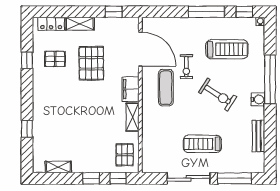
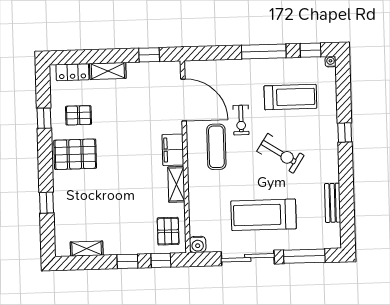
pallet: (91, 63) -> (75, 154), moved, turned 90
window: (270, 79) -> (345, 132), width x0.32
water cooler: (258, 99) -> (198, 244), moved, turned 90
treadmill: (202, 144) -> (264, 215), width x1.37, depth x1.38

